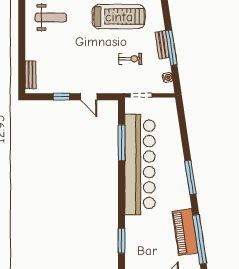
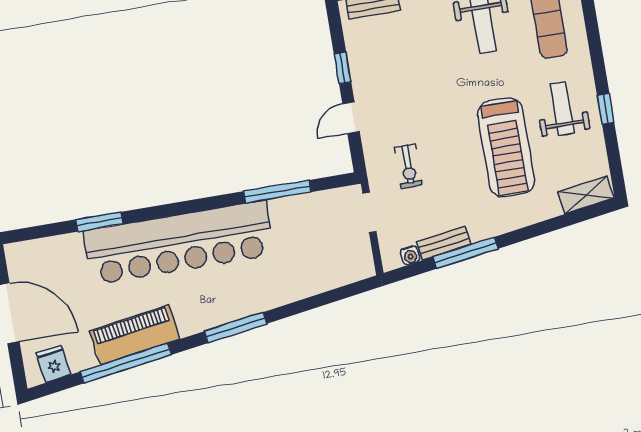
bench: (162, 45) -> (444, 243), moved
exercise bike: (130, 59) -> (408, 166), moved
bar counter: (140, 164) -> (179, 243), moved

